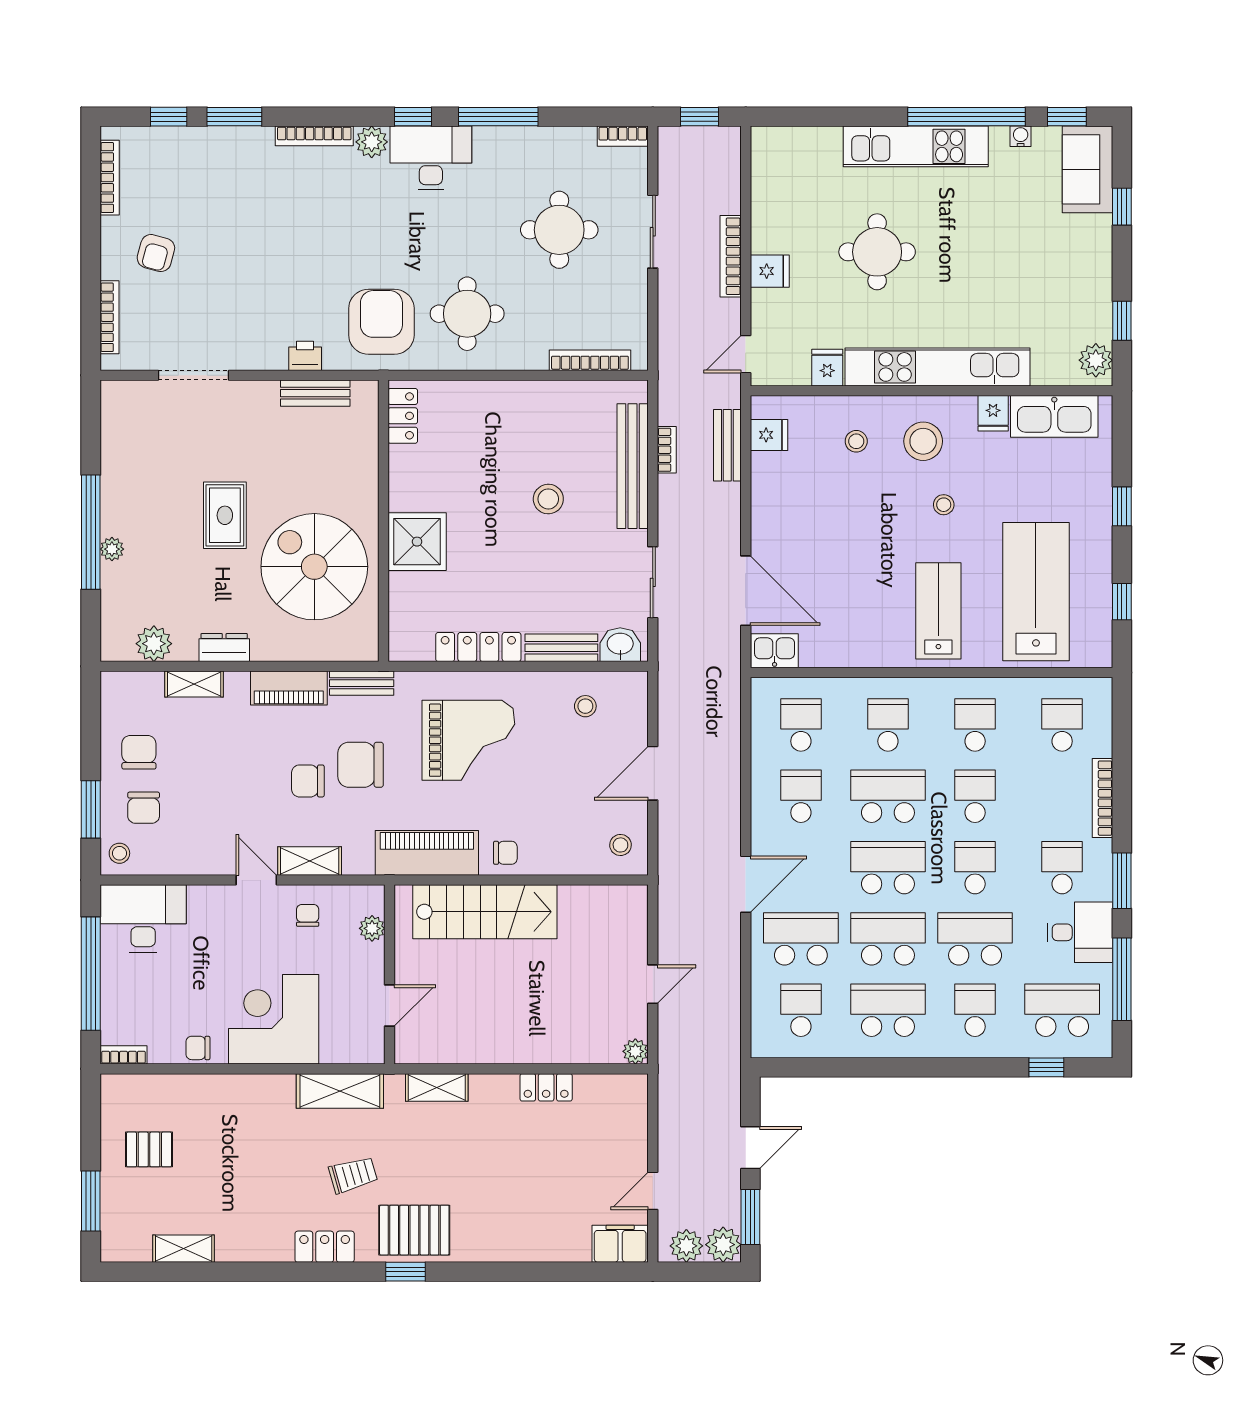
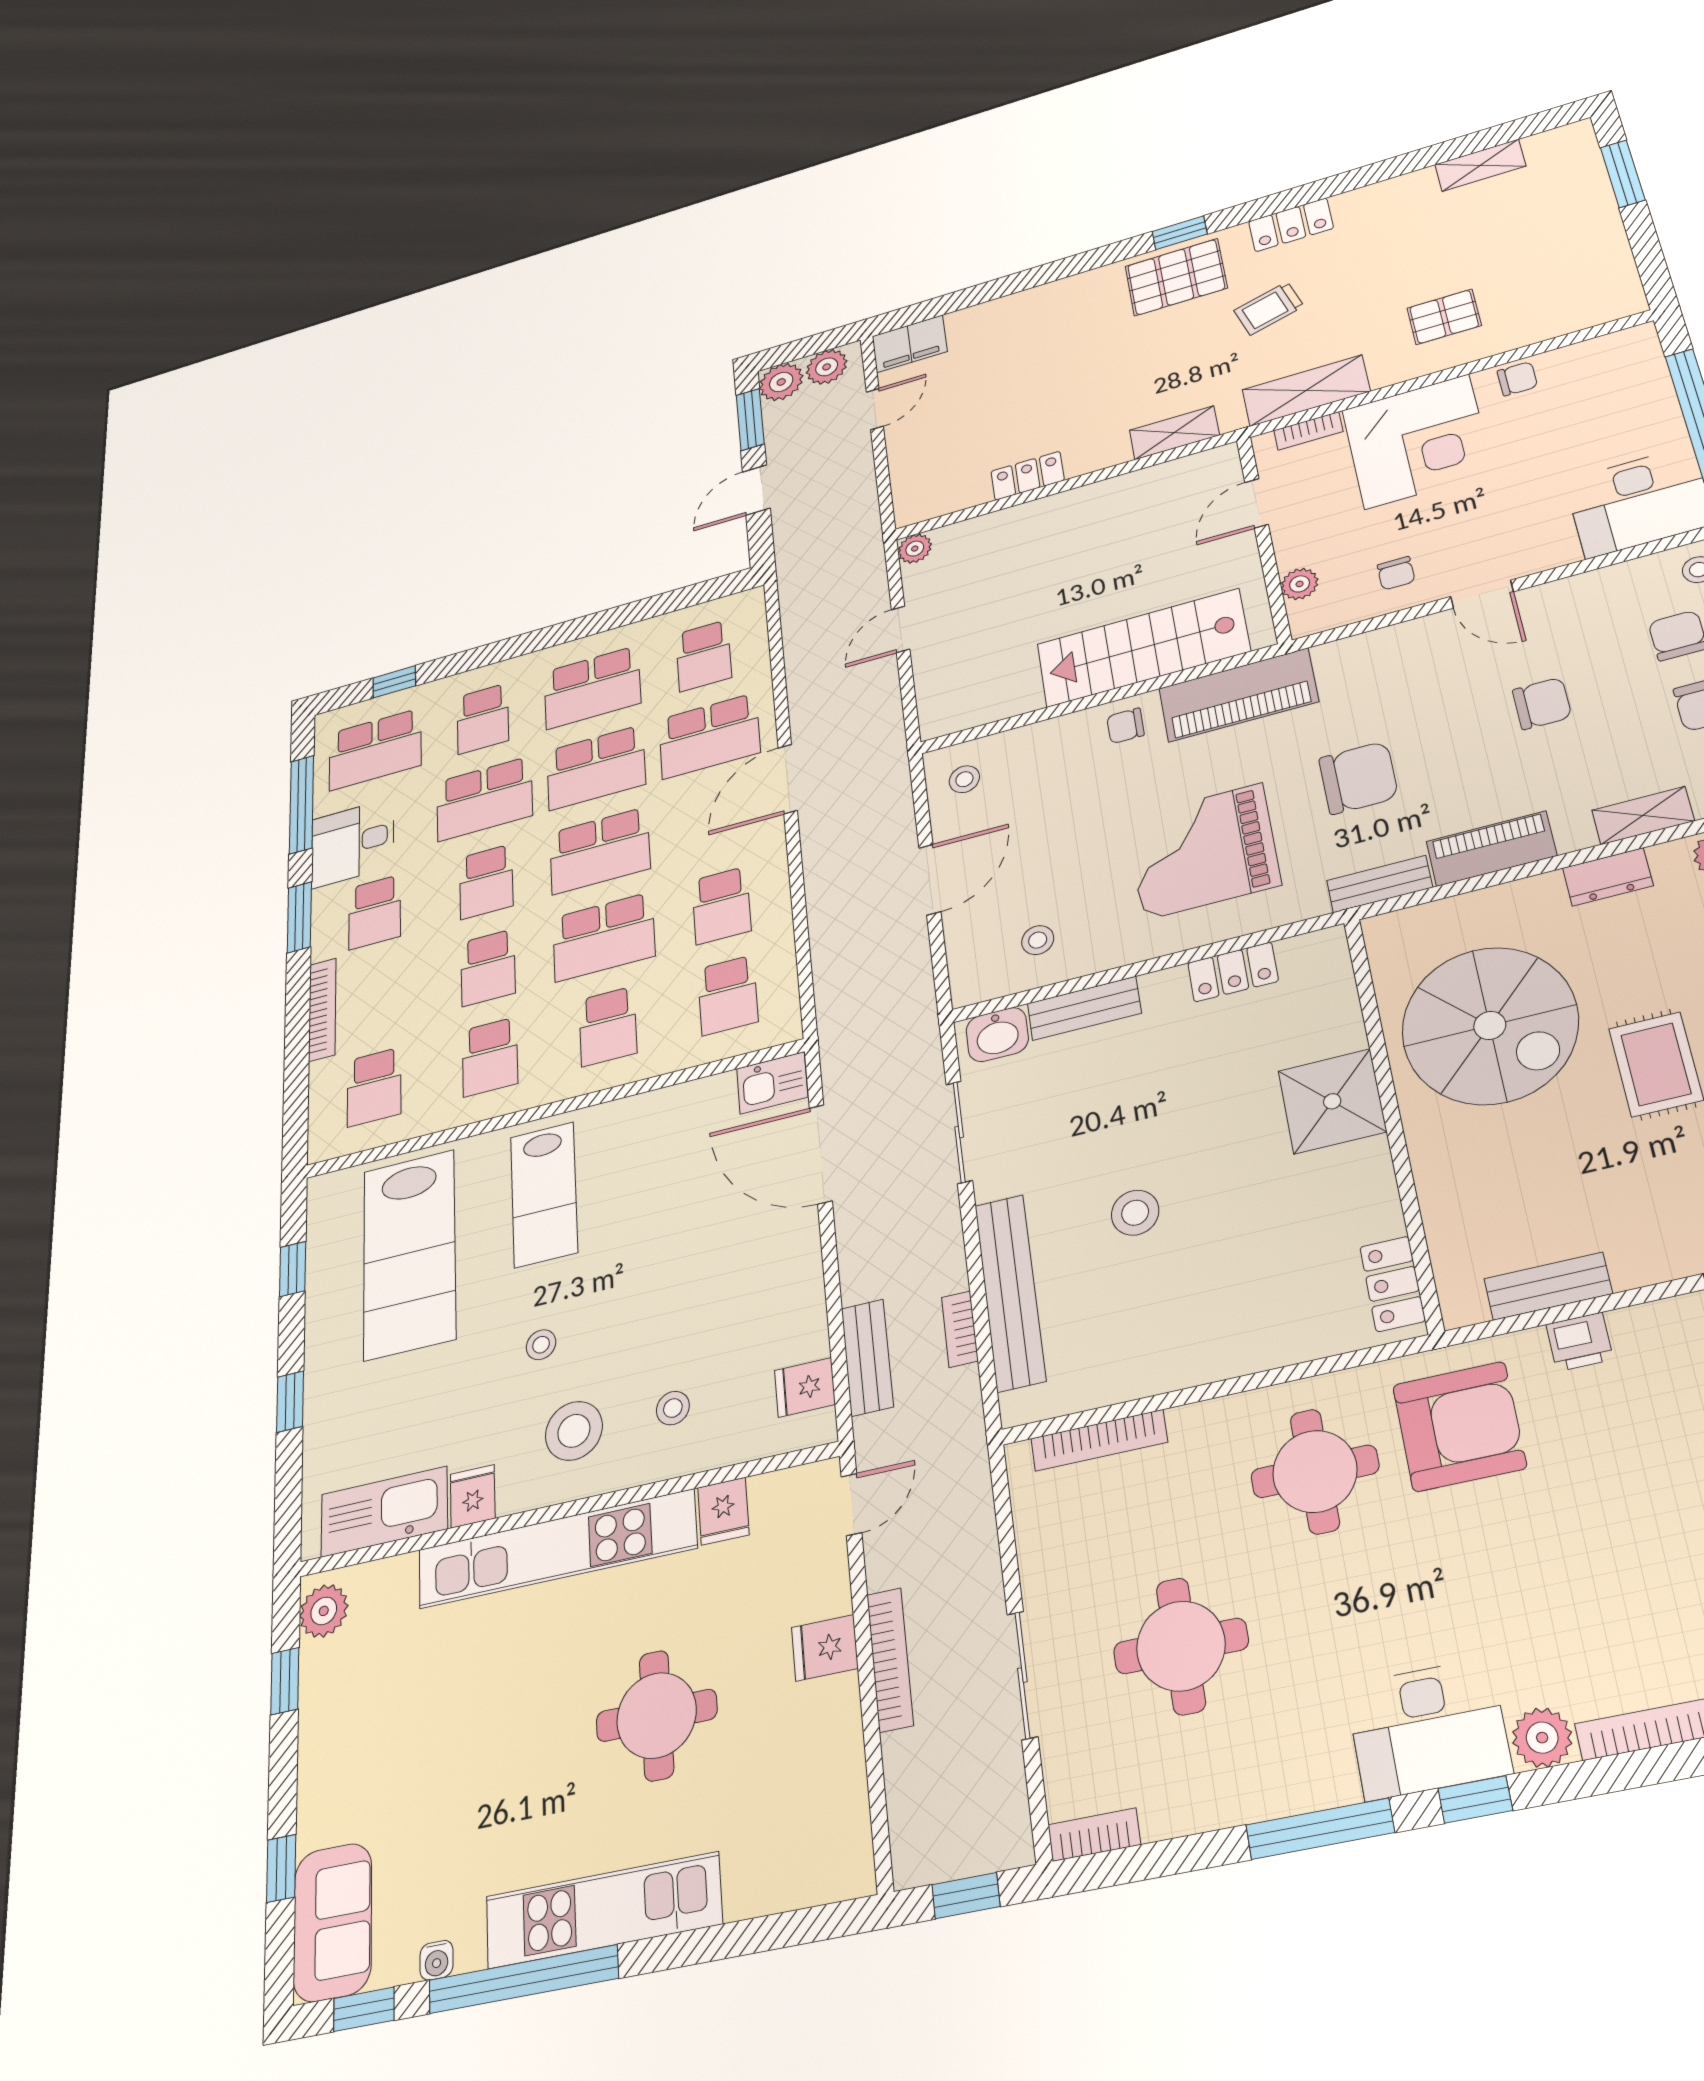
armchair: (381, 322) -> (1459, 1426), turned -90
locker: (478, 647) -> (1233, 972), width x0.66
chair: (308, 781) -> (1542, 703), moved
shelving: (310, 861) -> (1408, 639), removed
bookcase: (124, 1055) -> (1308, 431), moved
pallet: (149, 1149) -> (1444, 317), moved

